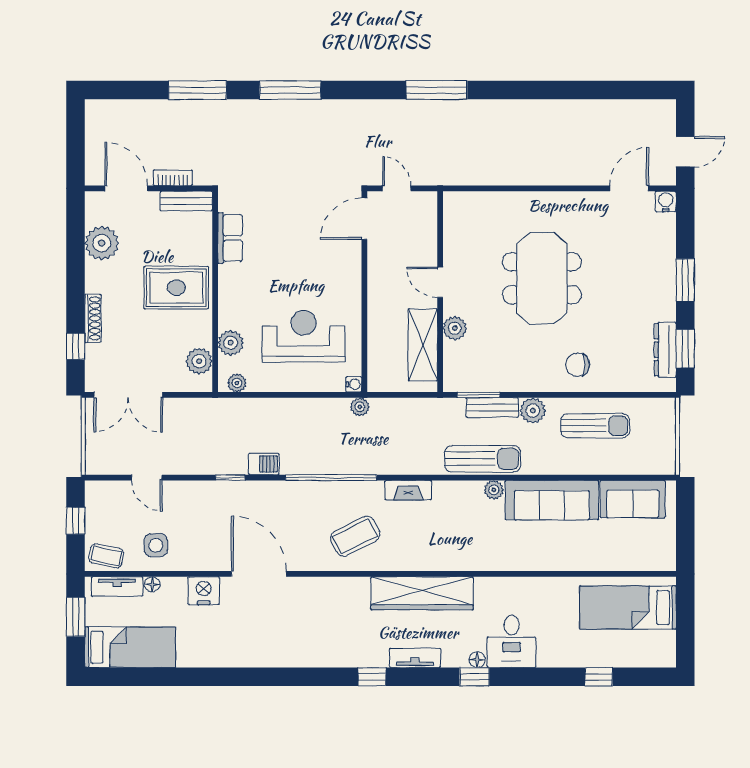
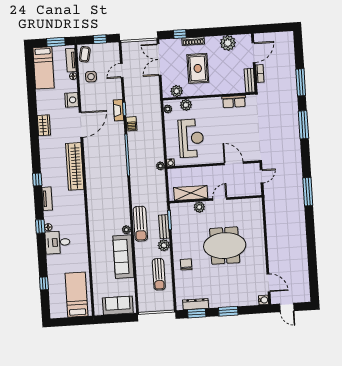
door: (364, 219) -> (234, 163), moved
rug: (176, 288) -> (198, 68), moved
fireplace: (408, 490) -> (119, 110), moved
sofa: (633, 499) -> (118, 306), moved, turned 90
coffee table: (355, 536) -> (101, 168), removed
wardrobe: (422, 593) -> (75, 166), moved
wardrobe: (255, 655) -> (44, 125), added

